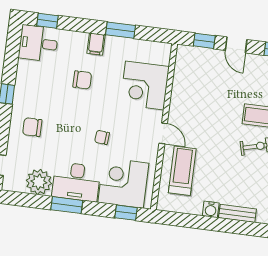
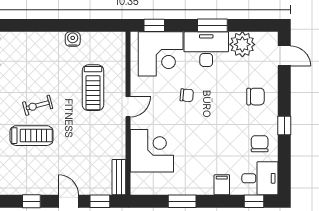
filing cabinet: (96, 44) -> (222, 185), moved
chair: (82, 80) -> (260, 144), moved, turned 90
door: (163, 133) -> (128, 107), swing flipped
treadmill: (182, 171) -> (93, 88), moved
bench: (237, 213) -> (119, 177), moved, turned 90

